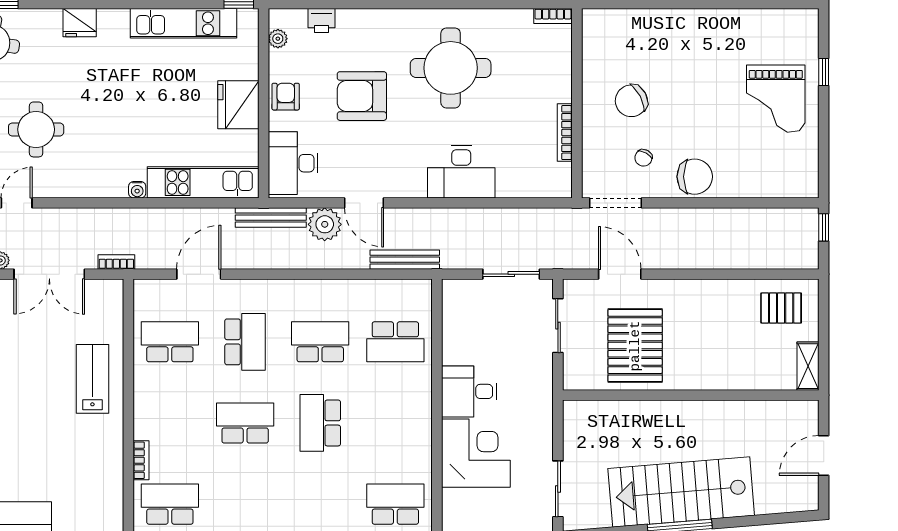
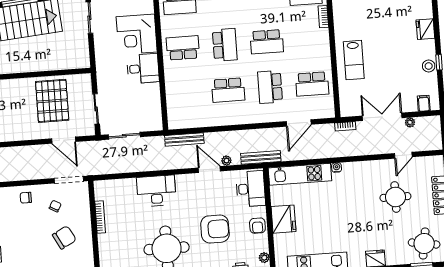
chair: (695, 177) -> (26, 198), width x0.54, depth x0.54
plant: (325, 224) -> (226, 161), width x0.53, depth x0.53
school desk: (395, 342) -> (183, 48), moved

